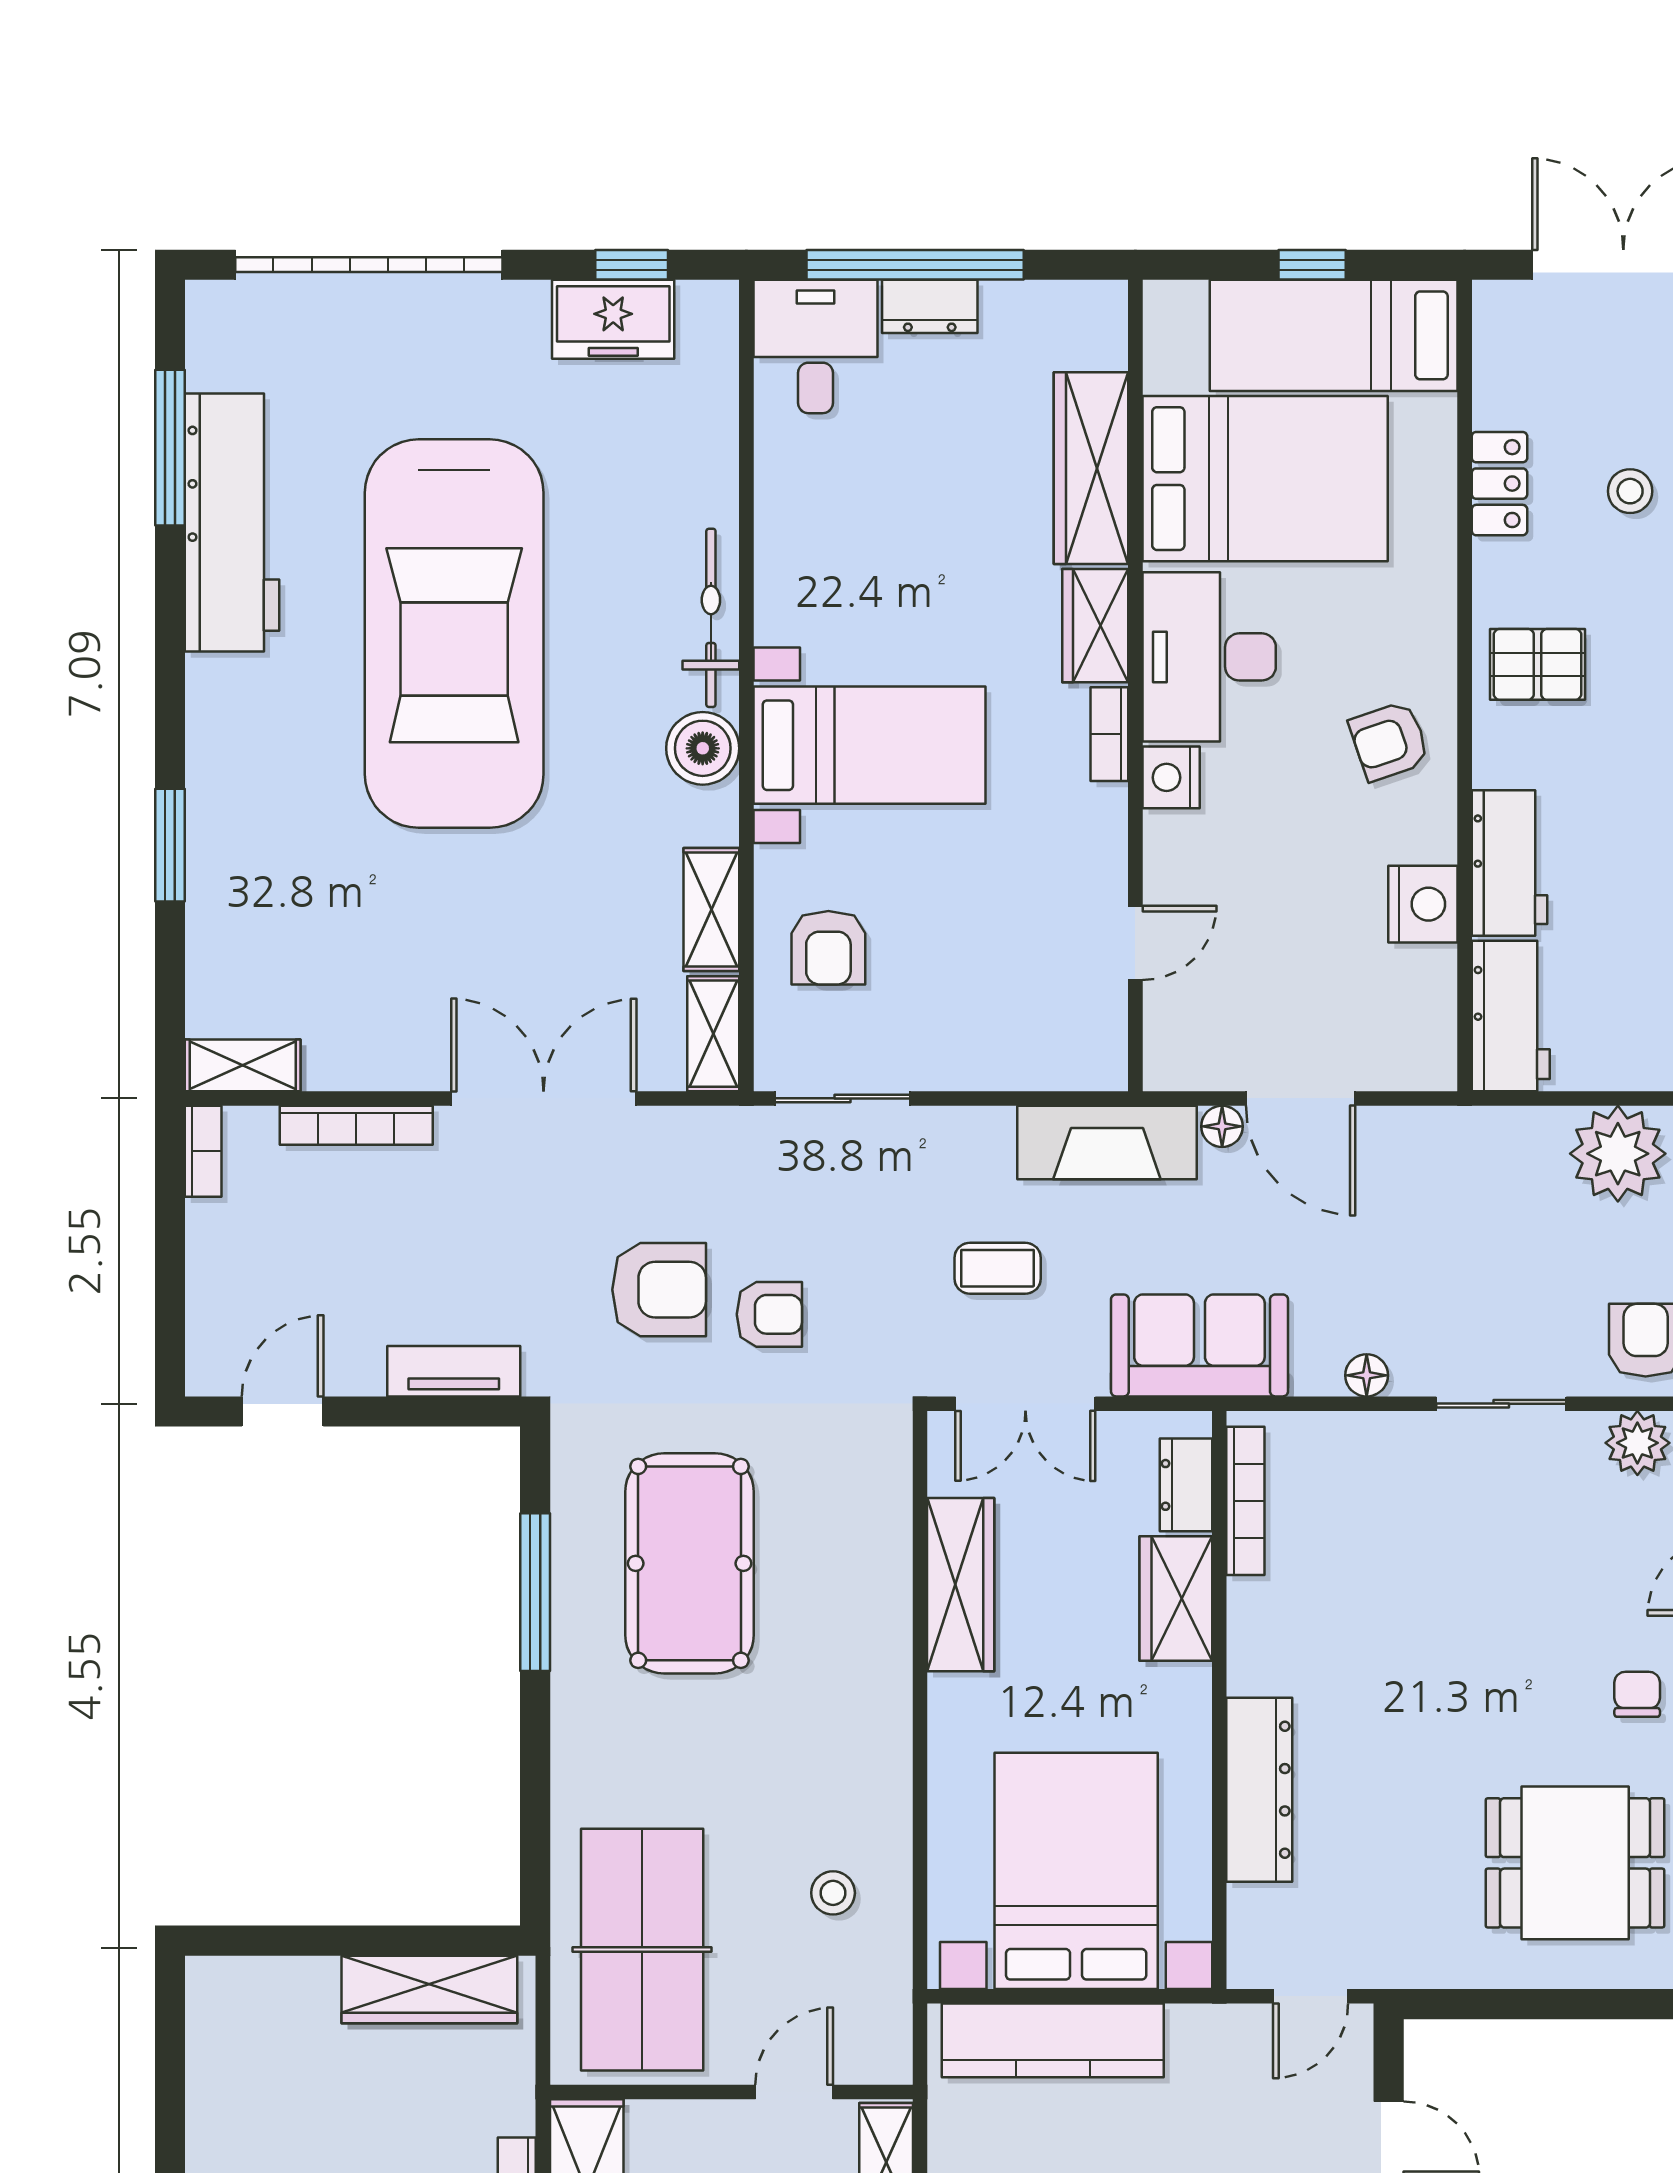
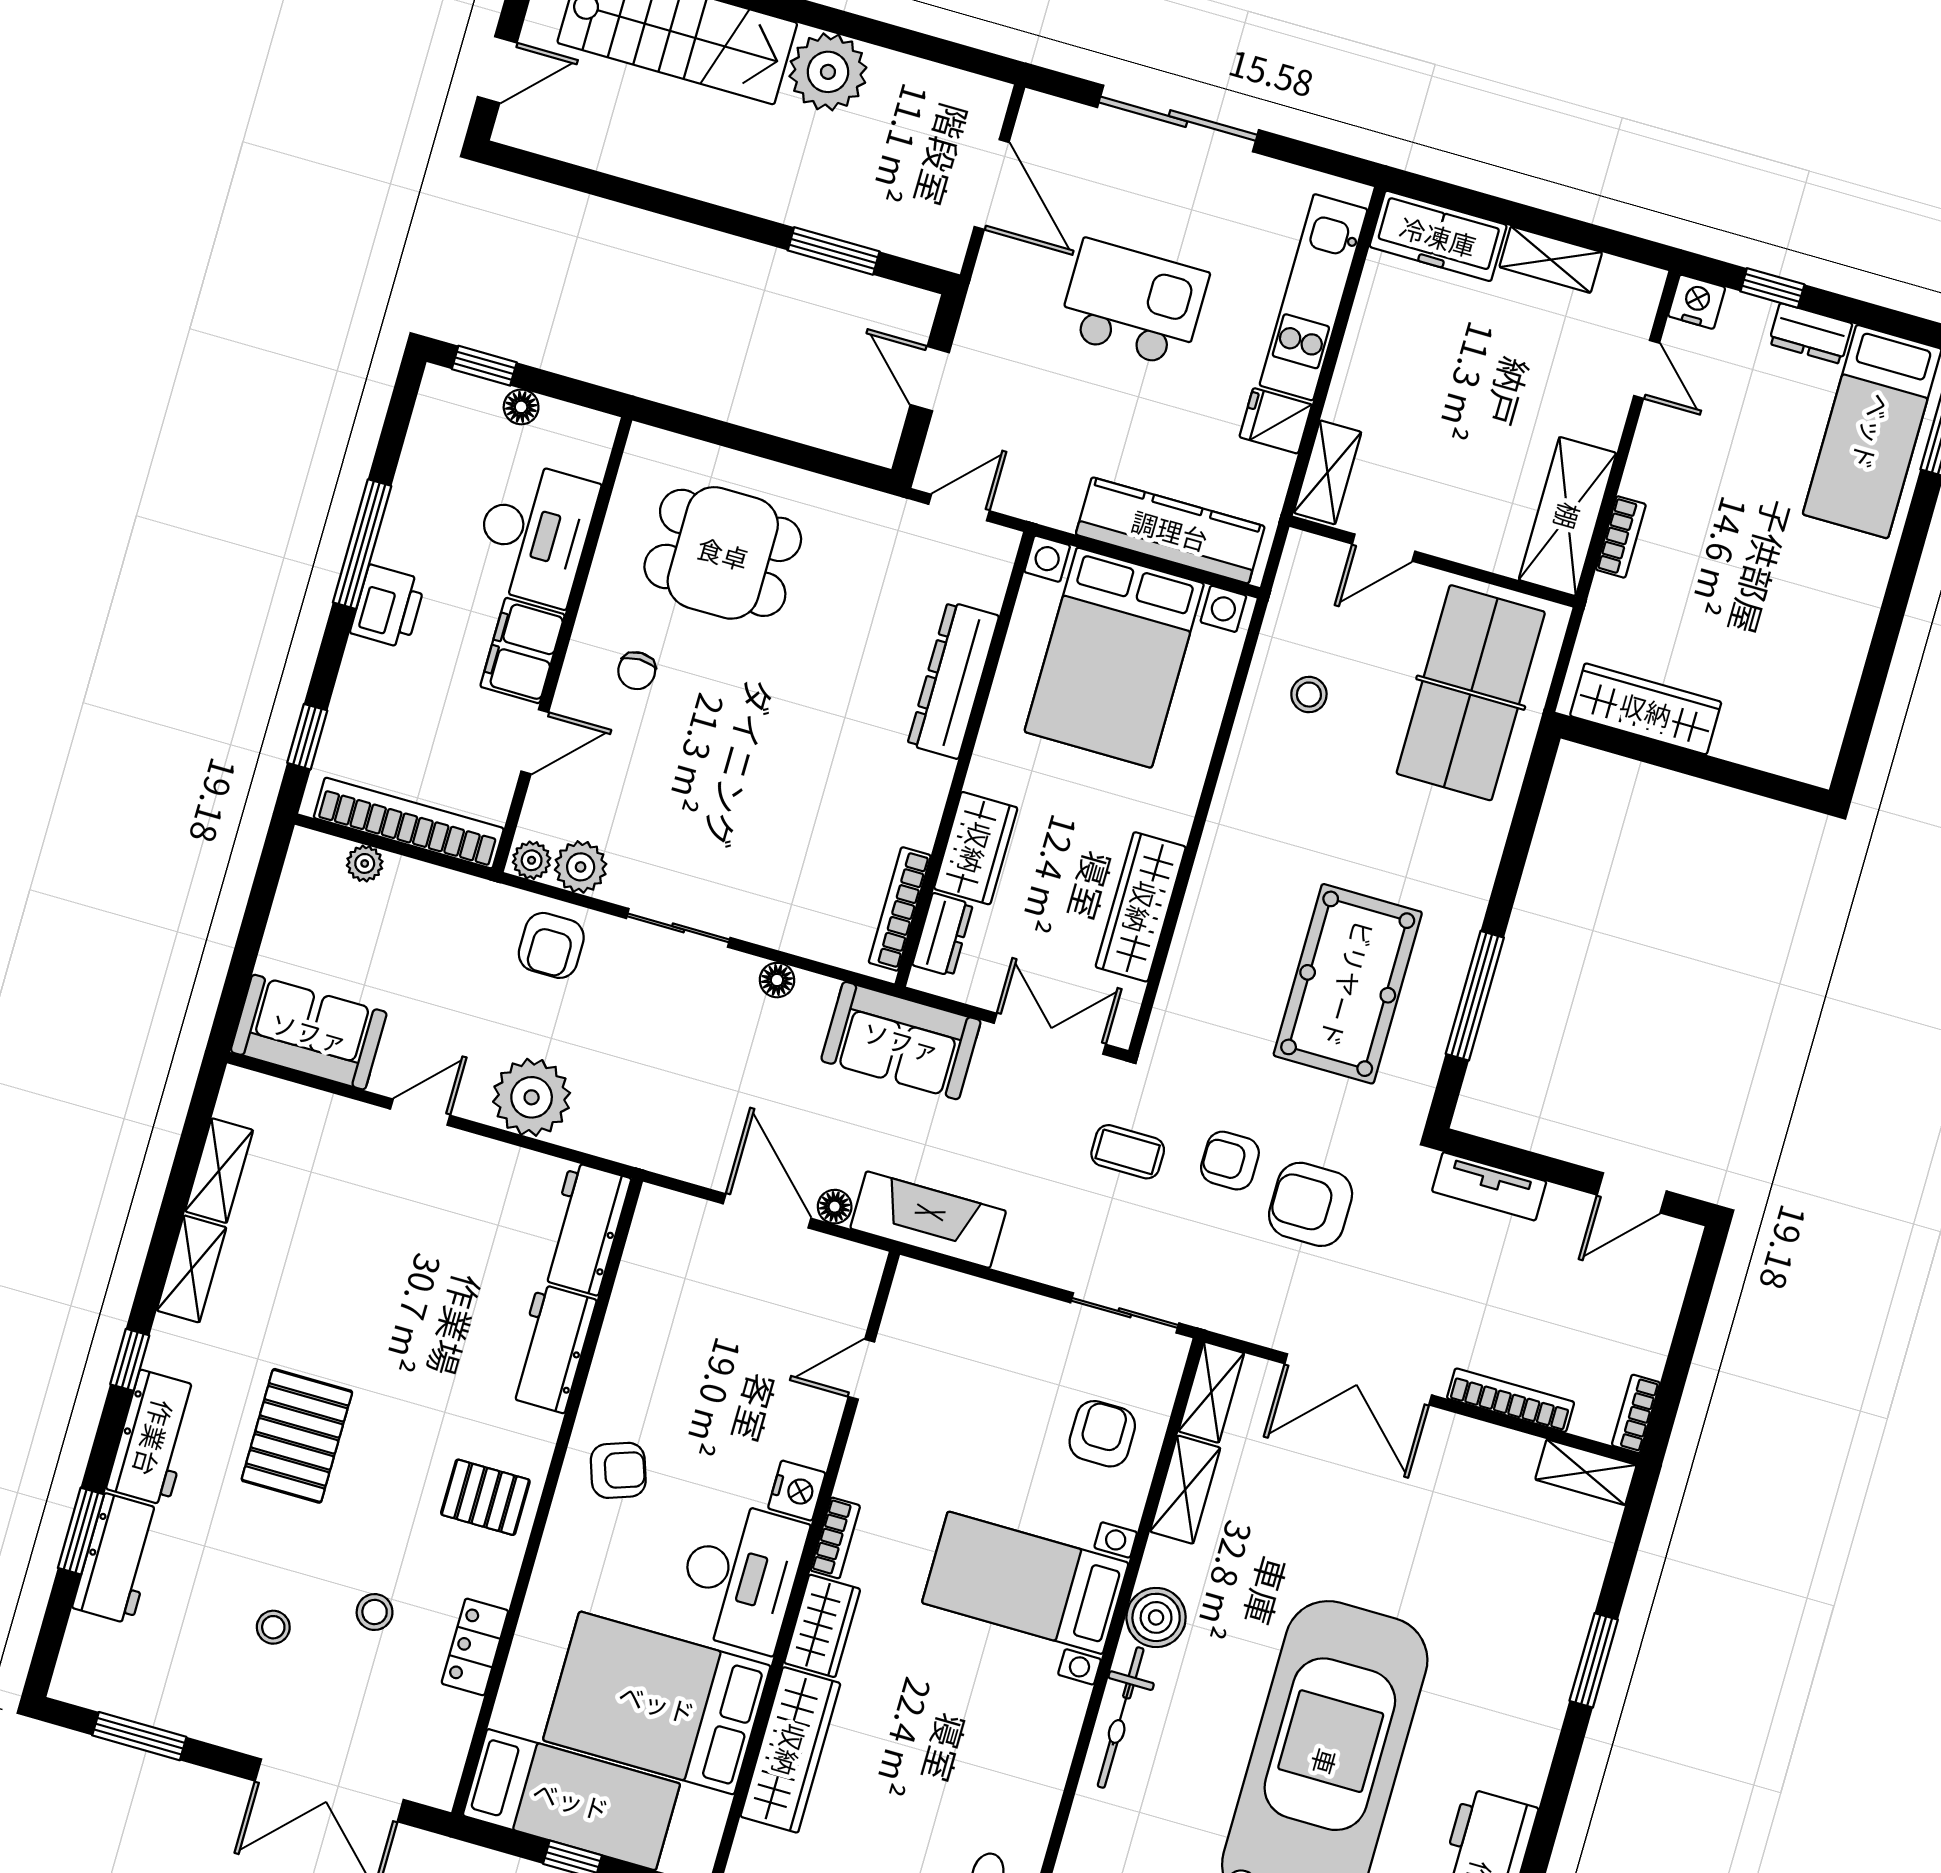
nightstand: (1423, 904) -> (628, 1336), removed
coffee table: (998, 1268) -> (1128, 1152), moved

